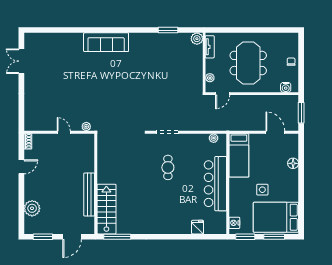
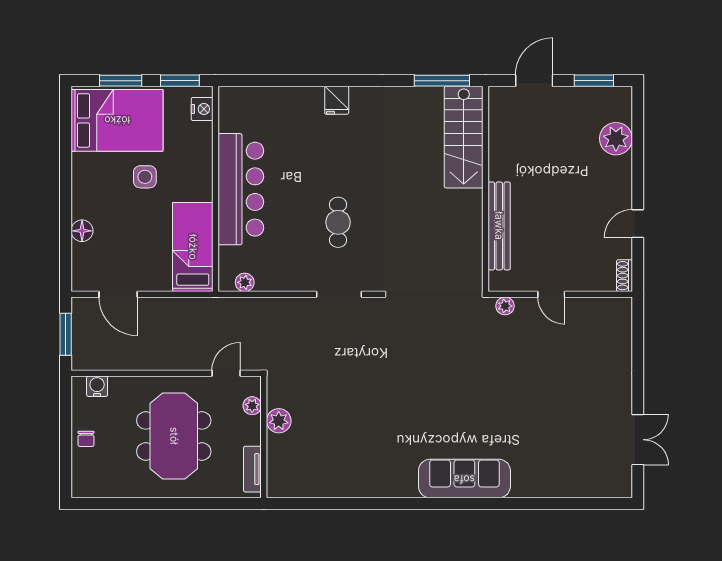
window: (168, 30) -> (338, 503), removed
plant: (197, 39) -> (279, 421), moved
bench: (89, 194) -> (499, 226), moved
fridge: (198, 227) -> (337, 100), moved

